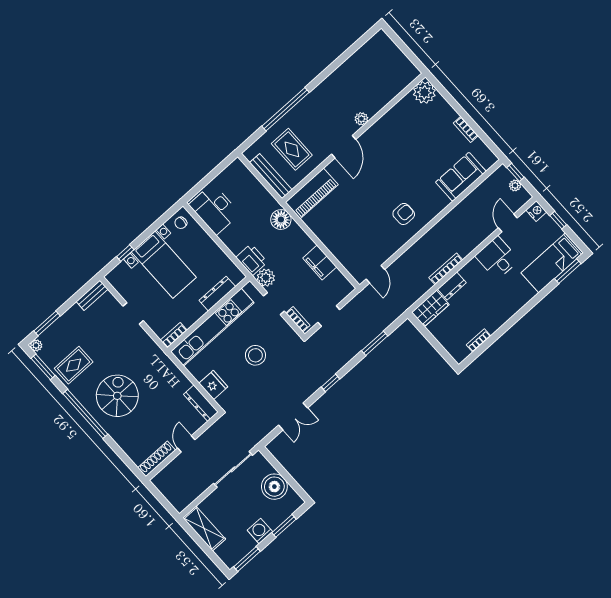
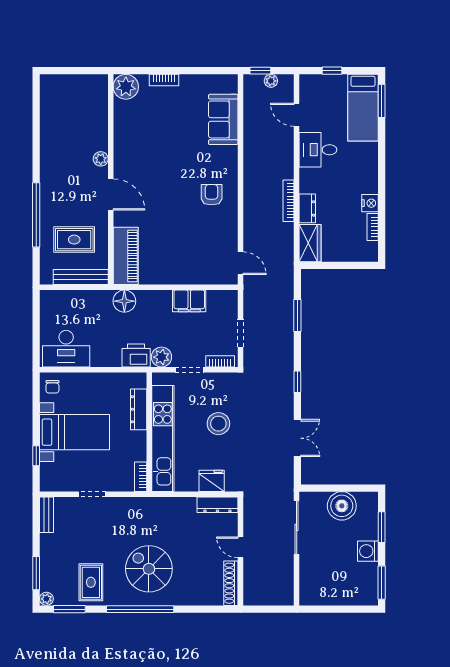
bookcase: (466, 129) -> (164, 80), moved
nightstand: (536, 211) -> (370, 203), moved, turned 90
shelving: (204, 528) -> (324, 596), removed

